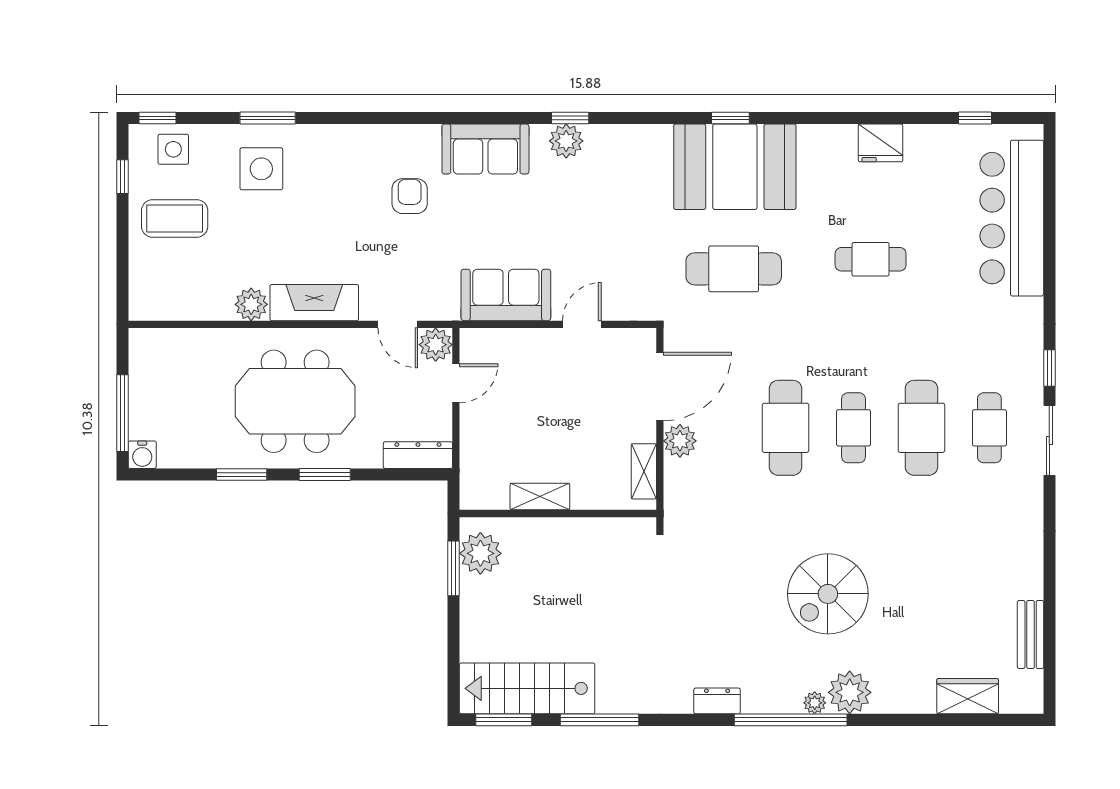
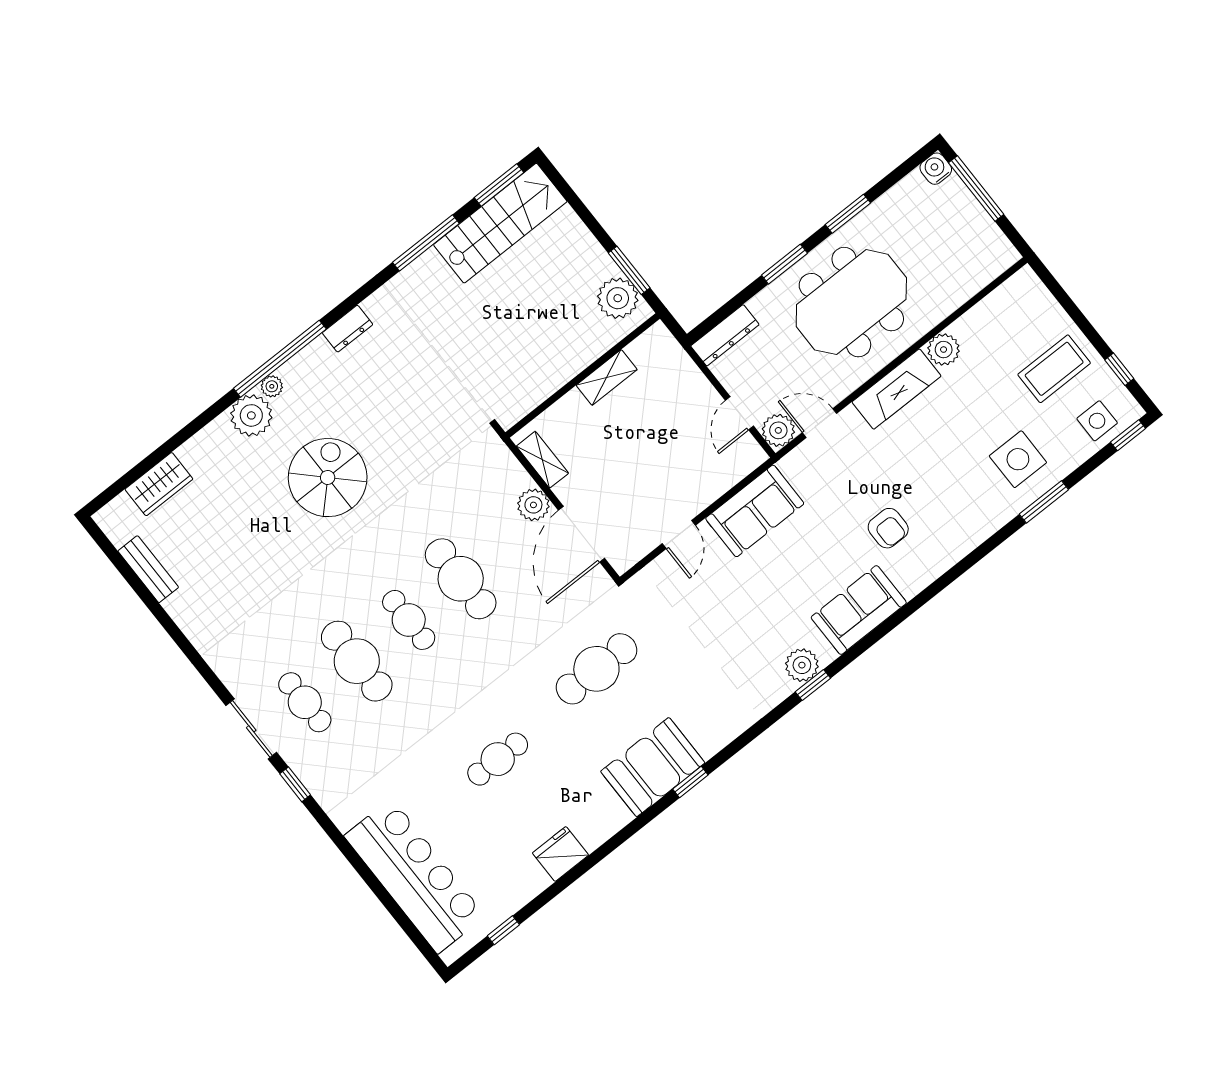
booth: (735, 167) -> (653, 767), width x0.73, depth x0.70

